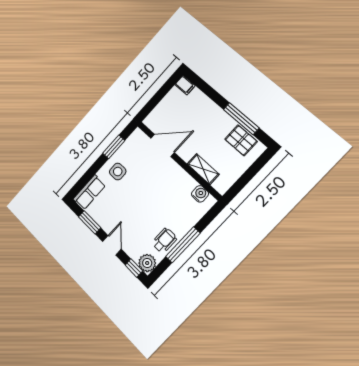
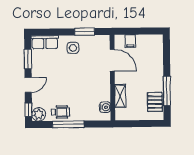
filing cabinet: (185, 85) -> (130, 41), moved

